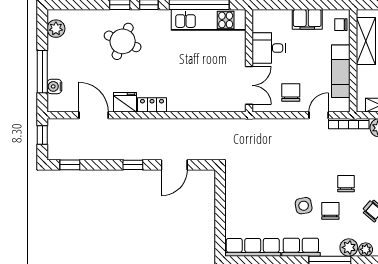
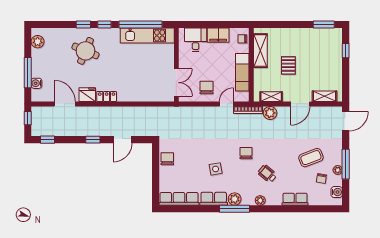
desk: (269, 48) -> (196, 40), moved, turned 90
chair: (330, 211) -> (167, 159), moved
plant: (349, 247) -> (235, 199), moved

